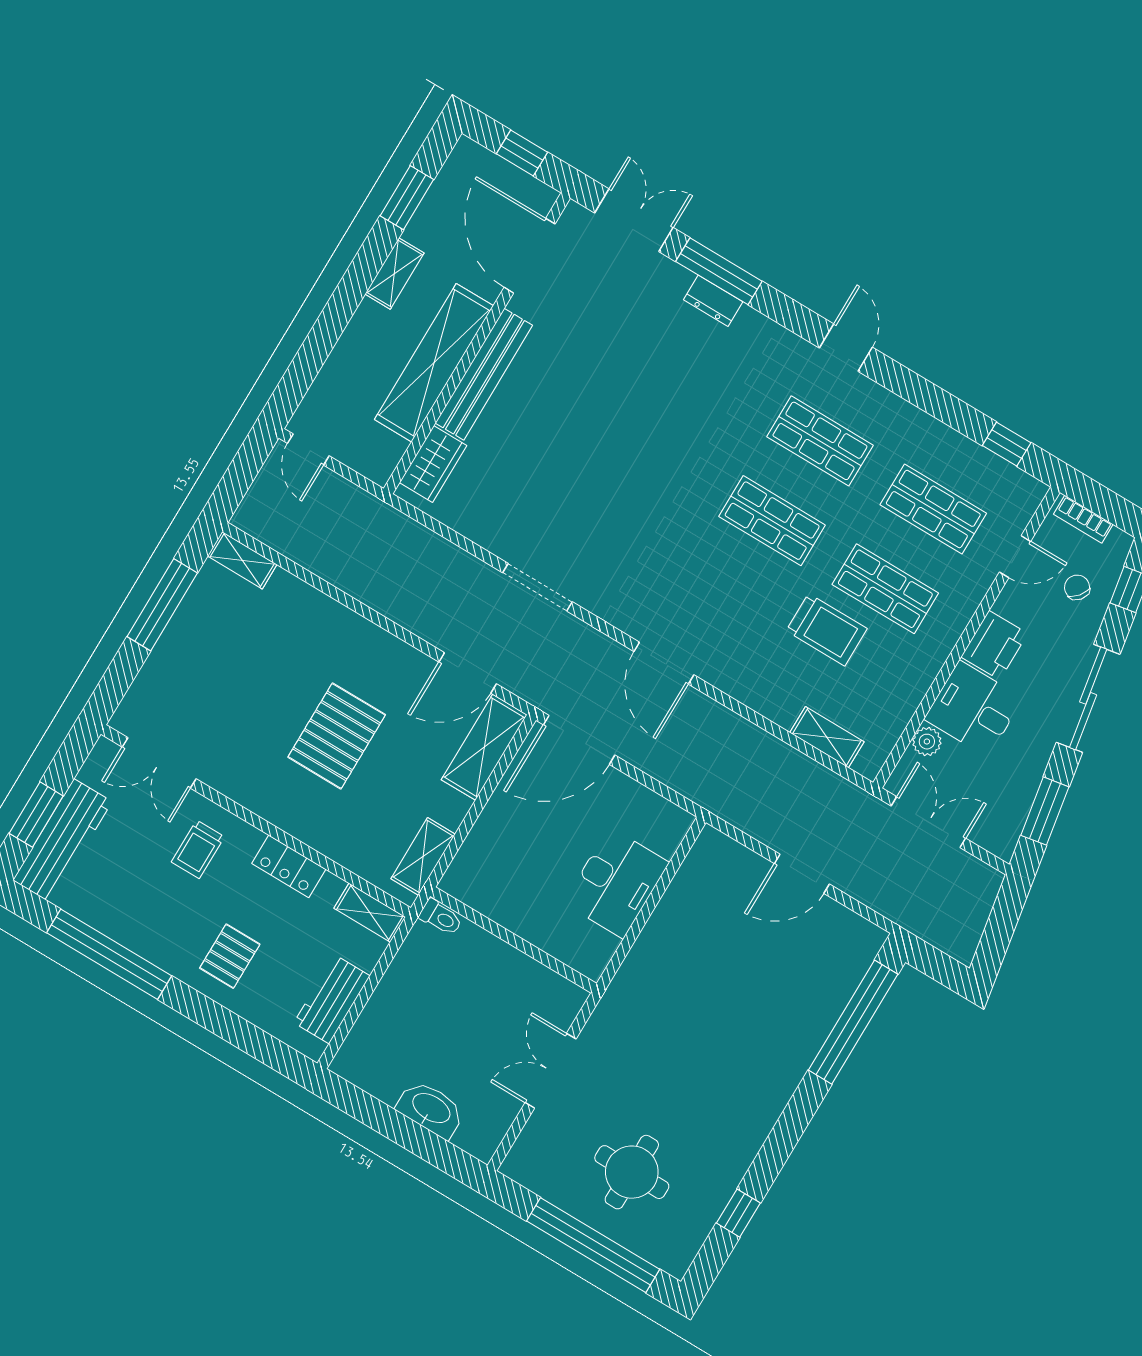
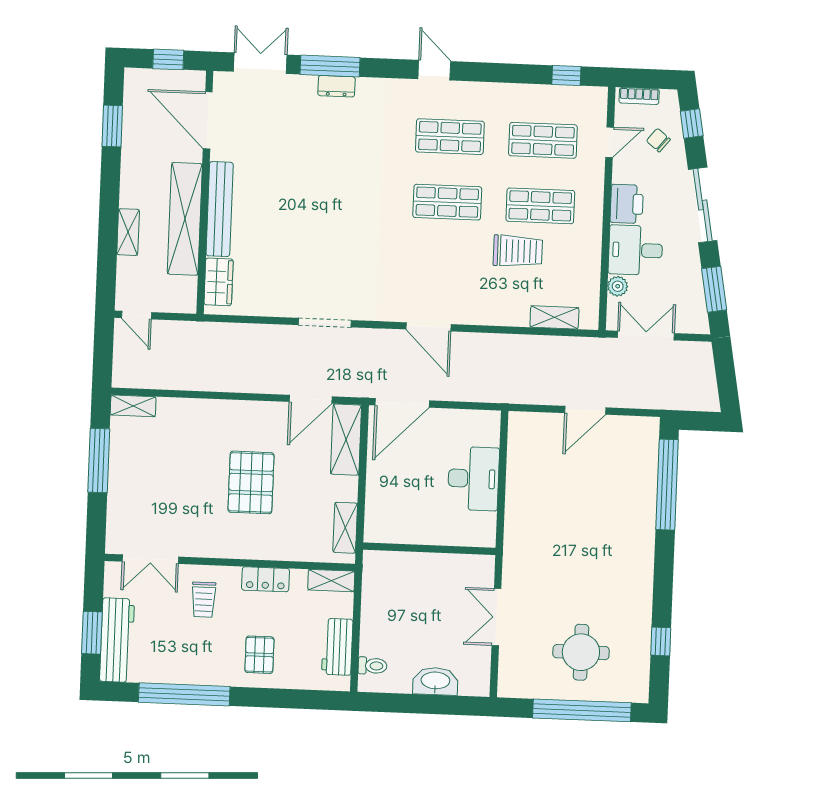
shelving: (394, 274) -> (128, 232), moved
toilet: (441, 917) -> (372, 666), moved

